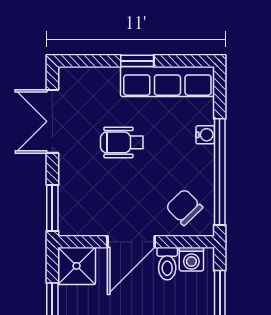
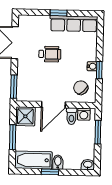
water cooler: (205, 135) -> (92, 66), moved
wheelchair: (122, 142) -> (50, 54), turned 180
window: (220, 172) -> (99, 70), width x0.32

